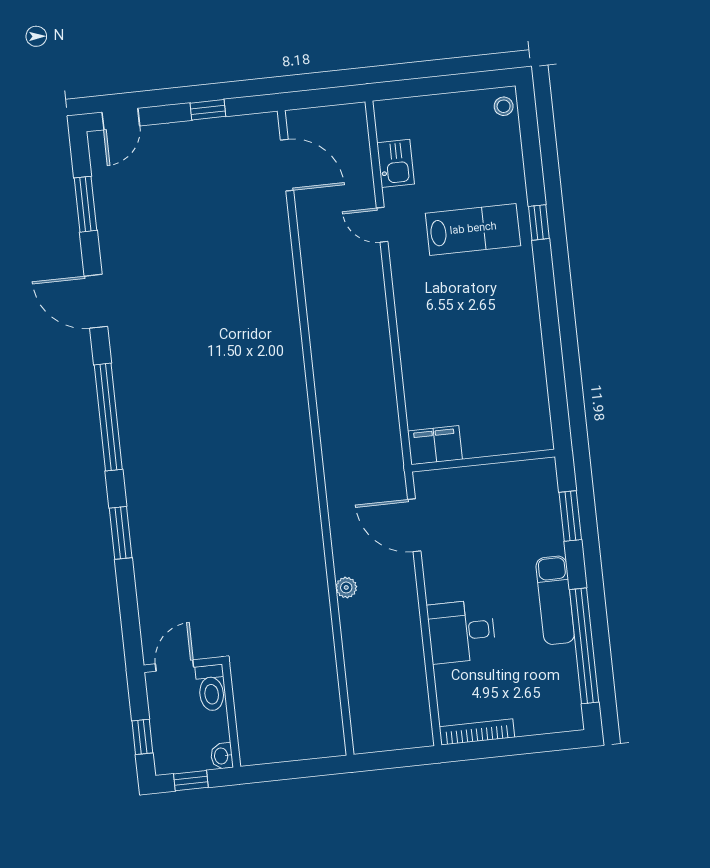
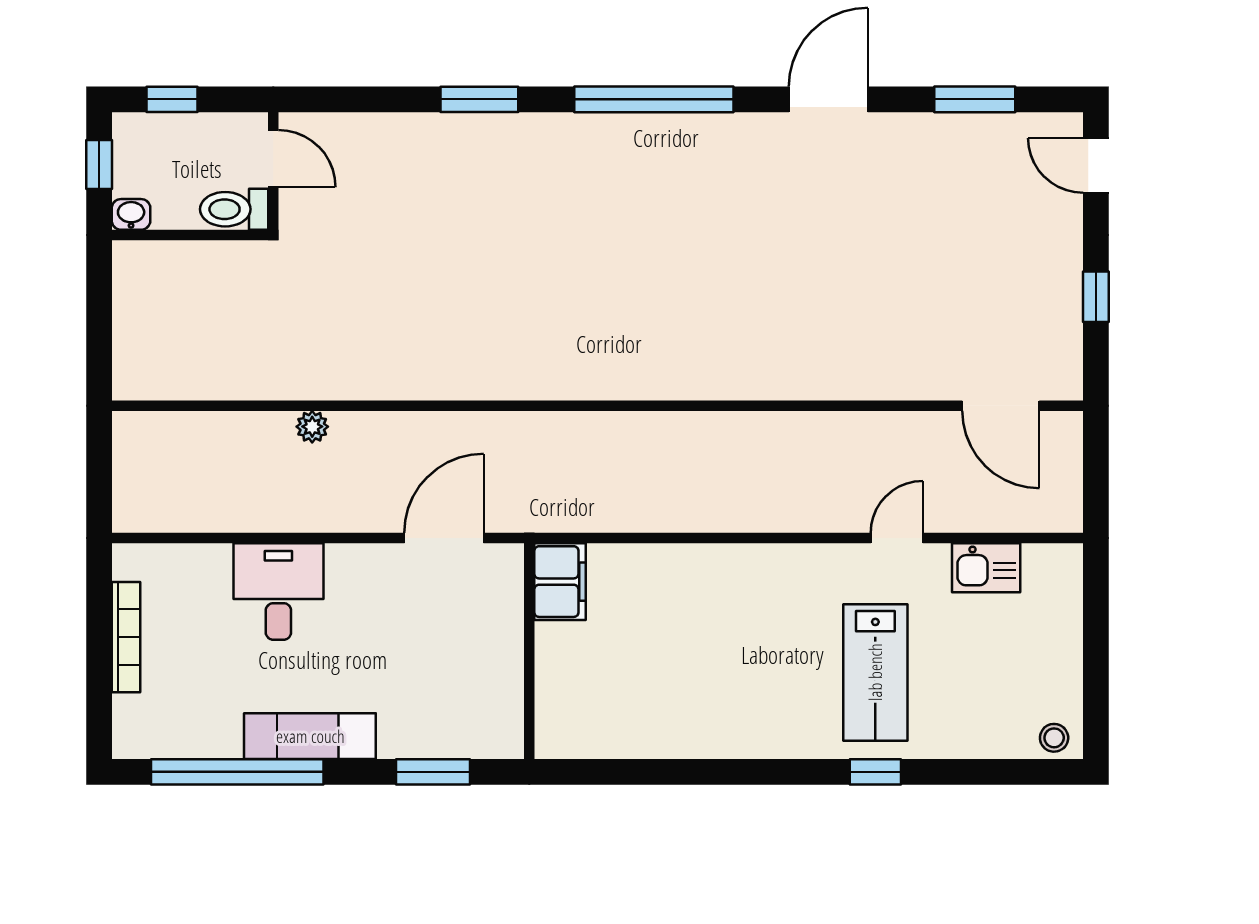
door: (287, 165) -> (1001, 406), hinge flipped
plant: (346, 587) -> (312, 427), moved
bookcase: (477, 732) -> (126, 637), moved

